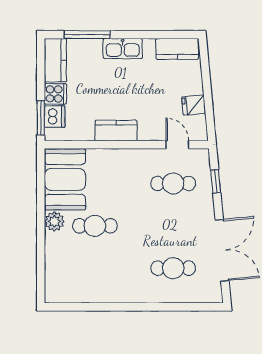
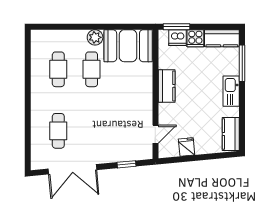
cafe table: (173, 183) -> (58, 69), moved

